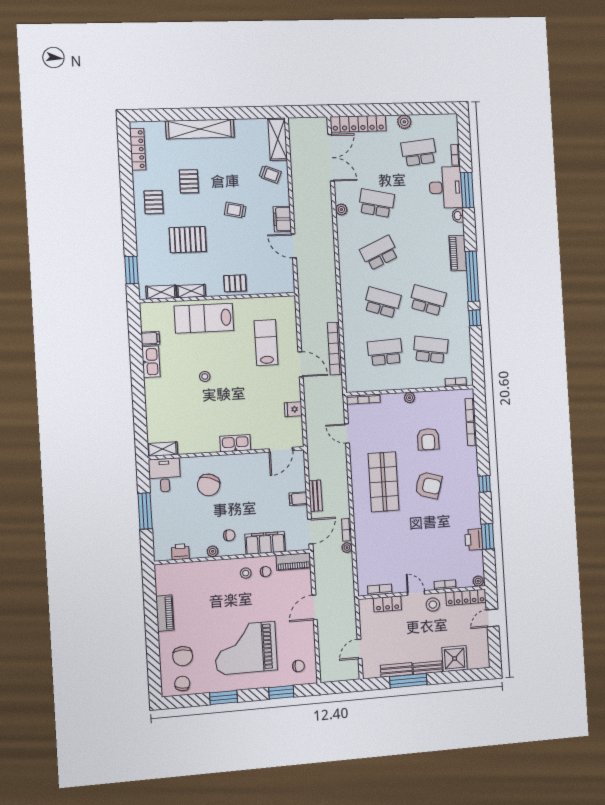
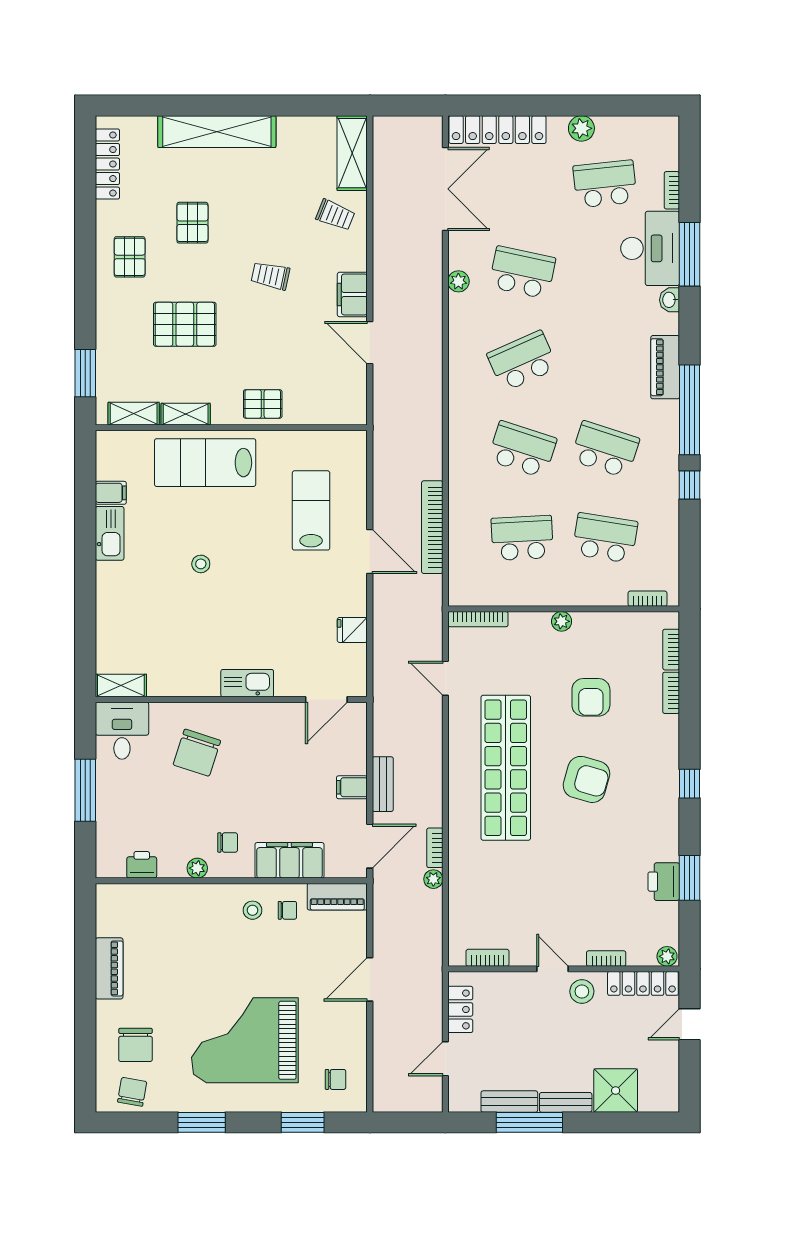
shop shelf: (384, 482) -> (506, 768), width x1.40
locker: (387, 604) -> (460, 1009), moved, turned -90

